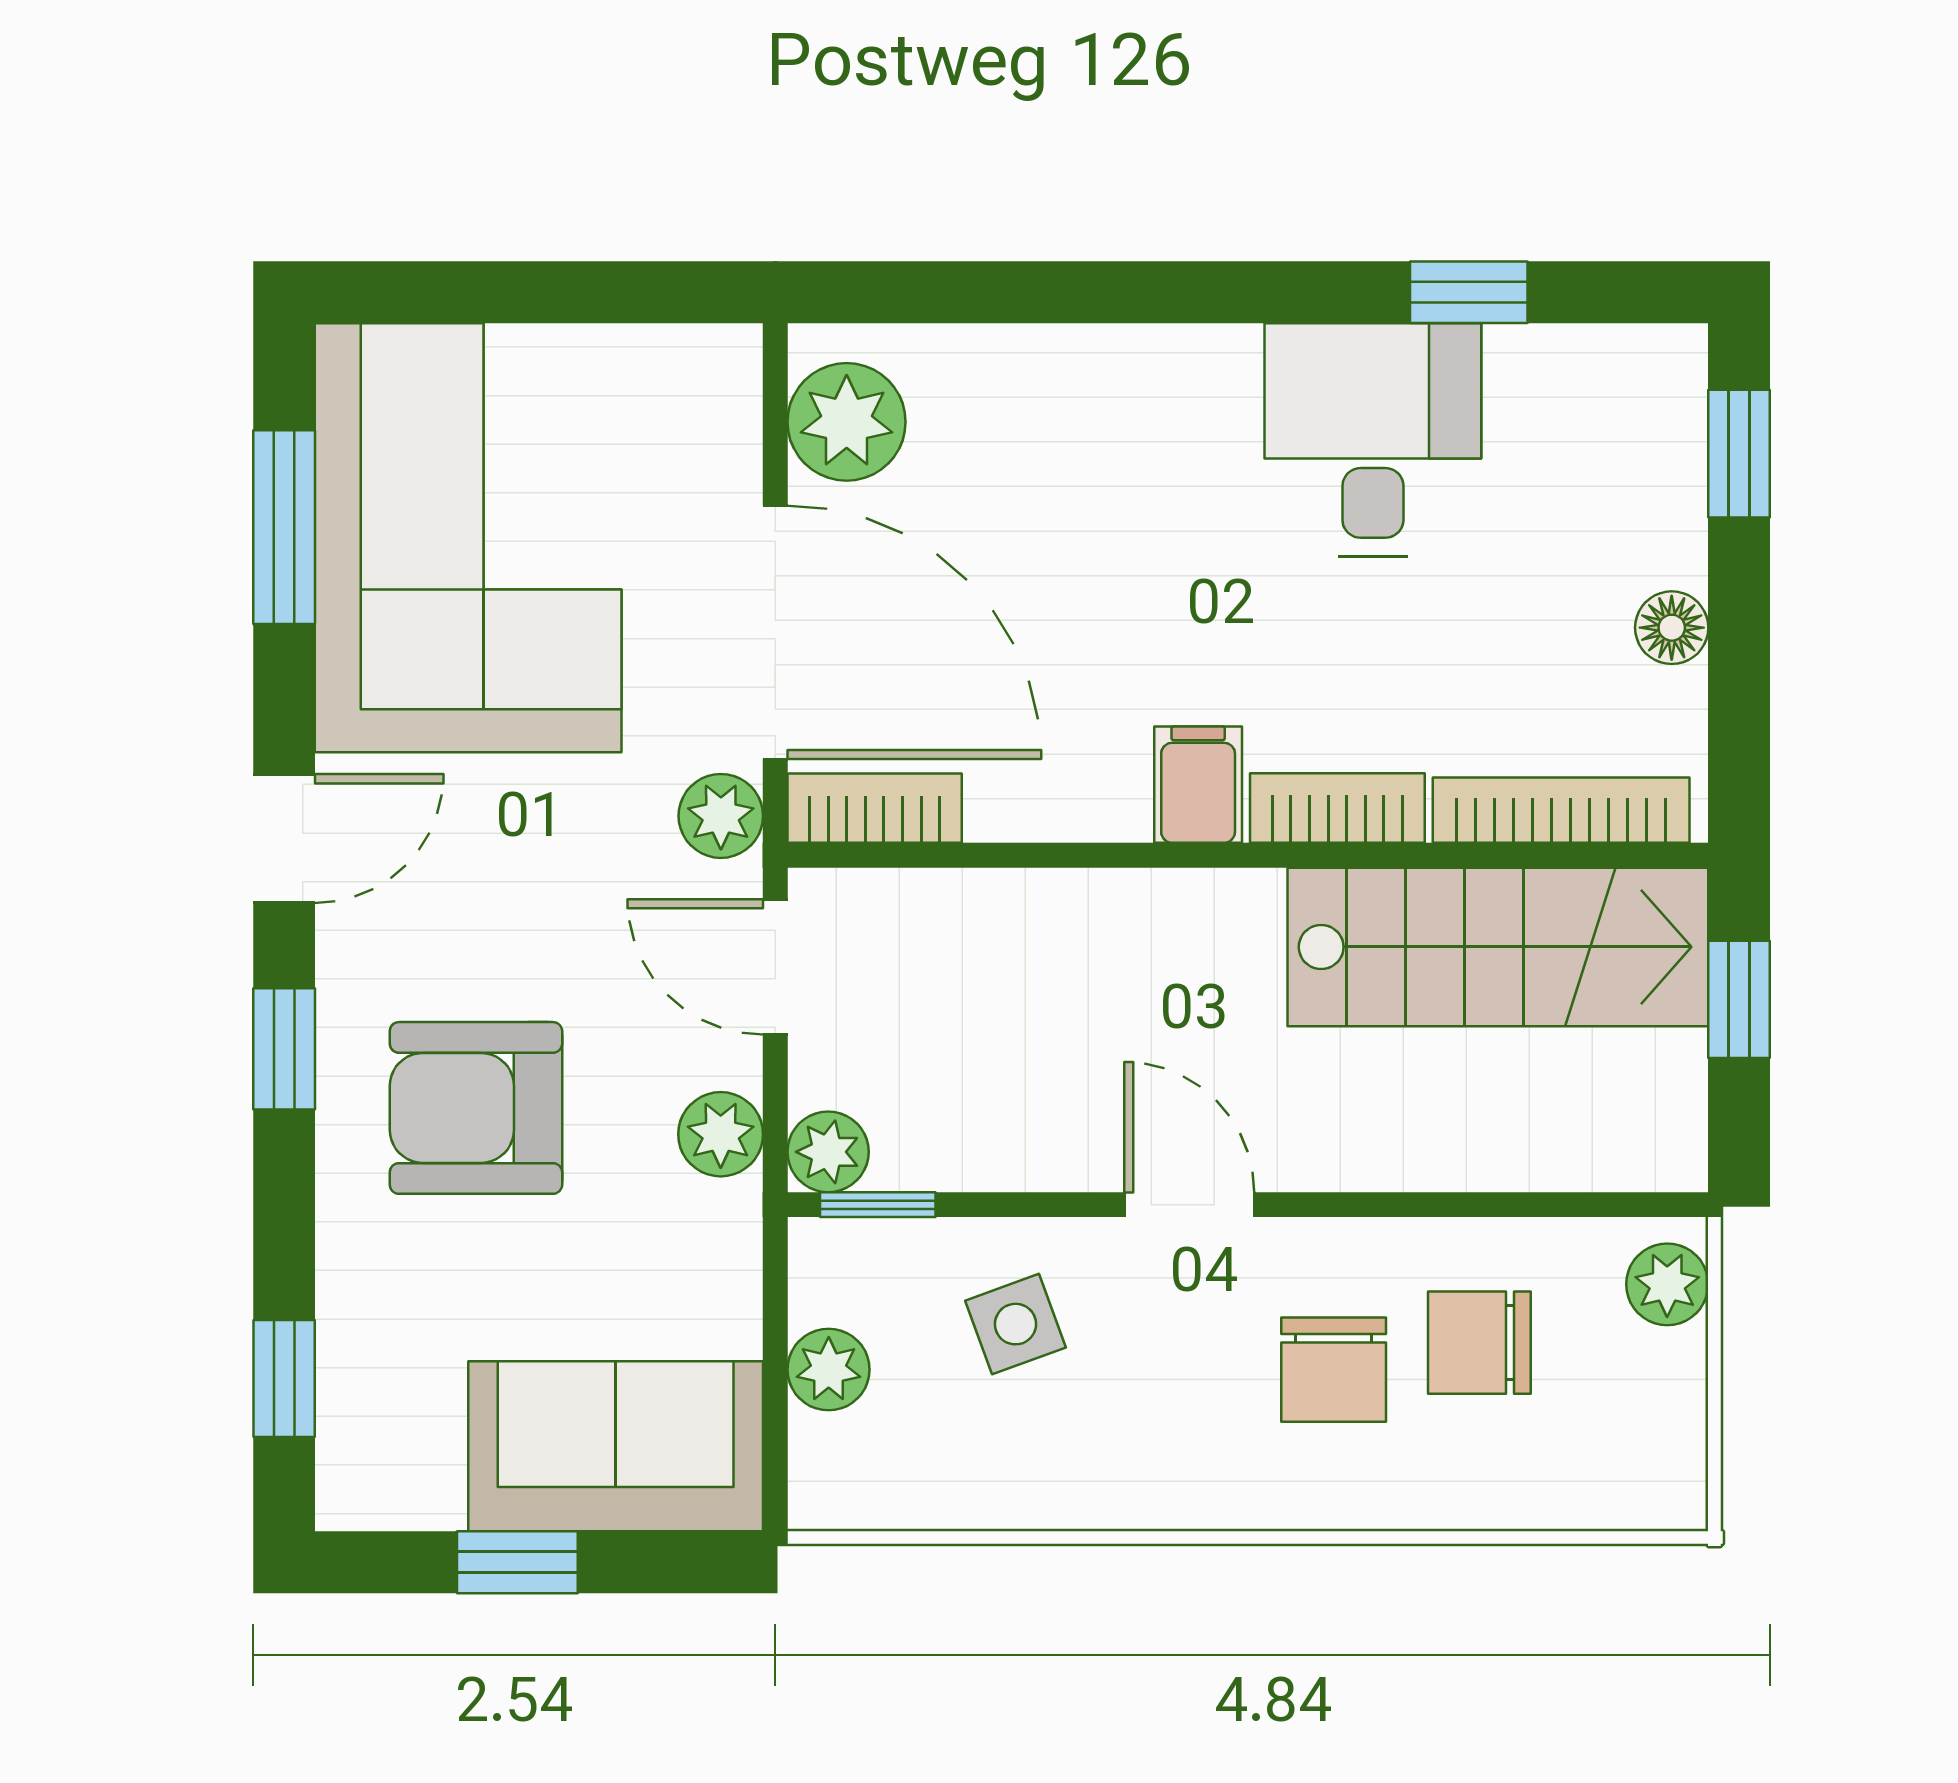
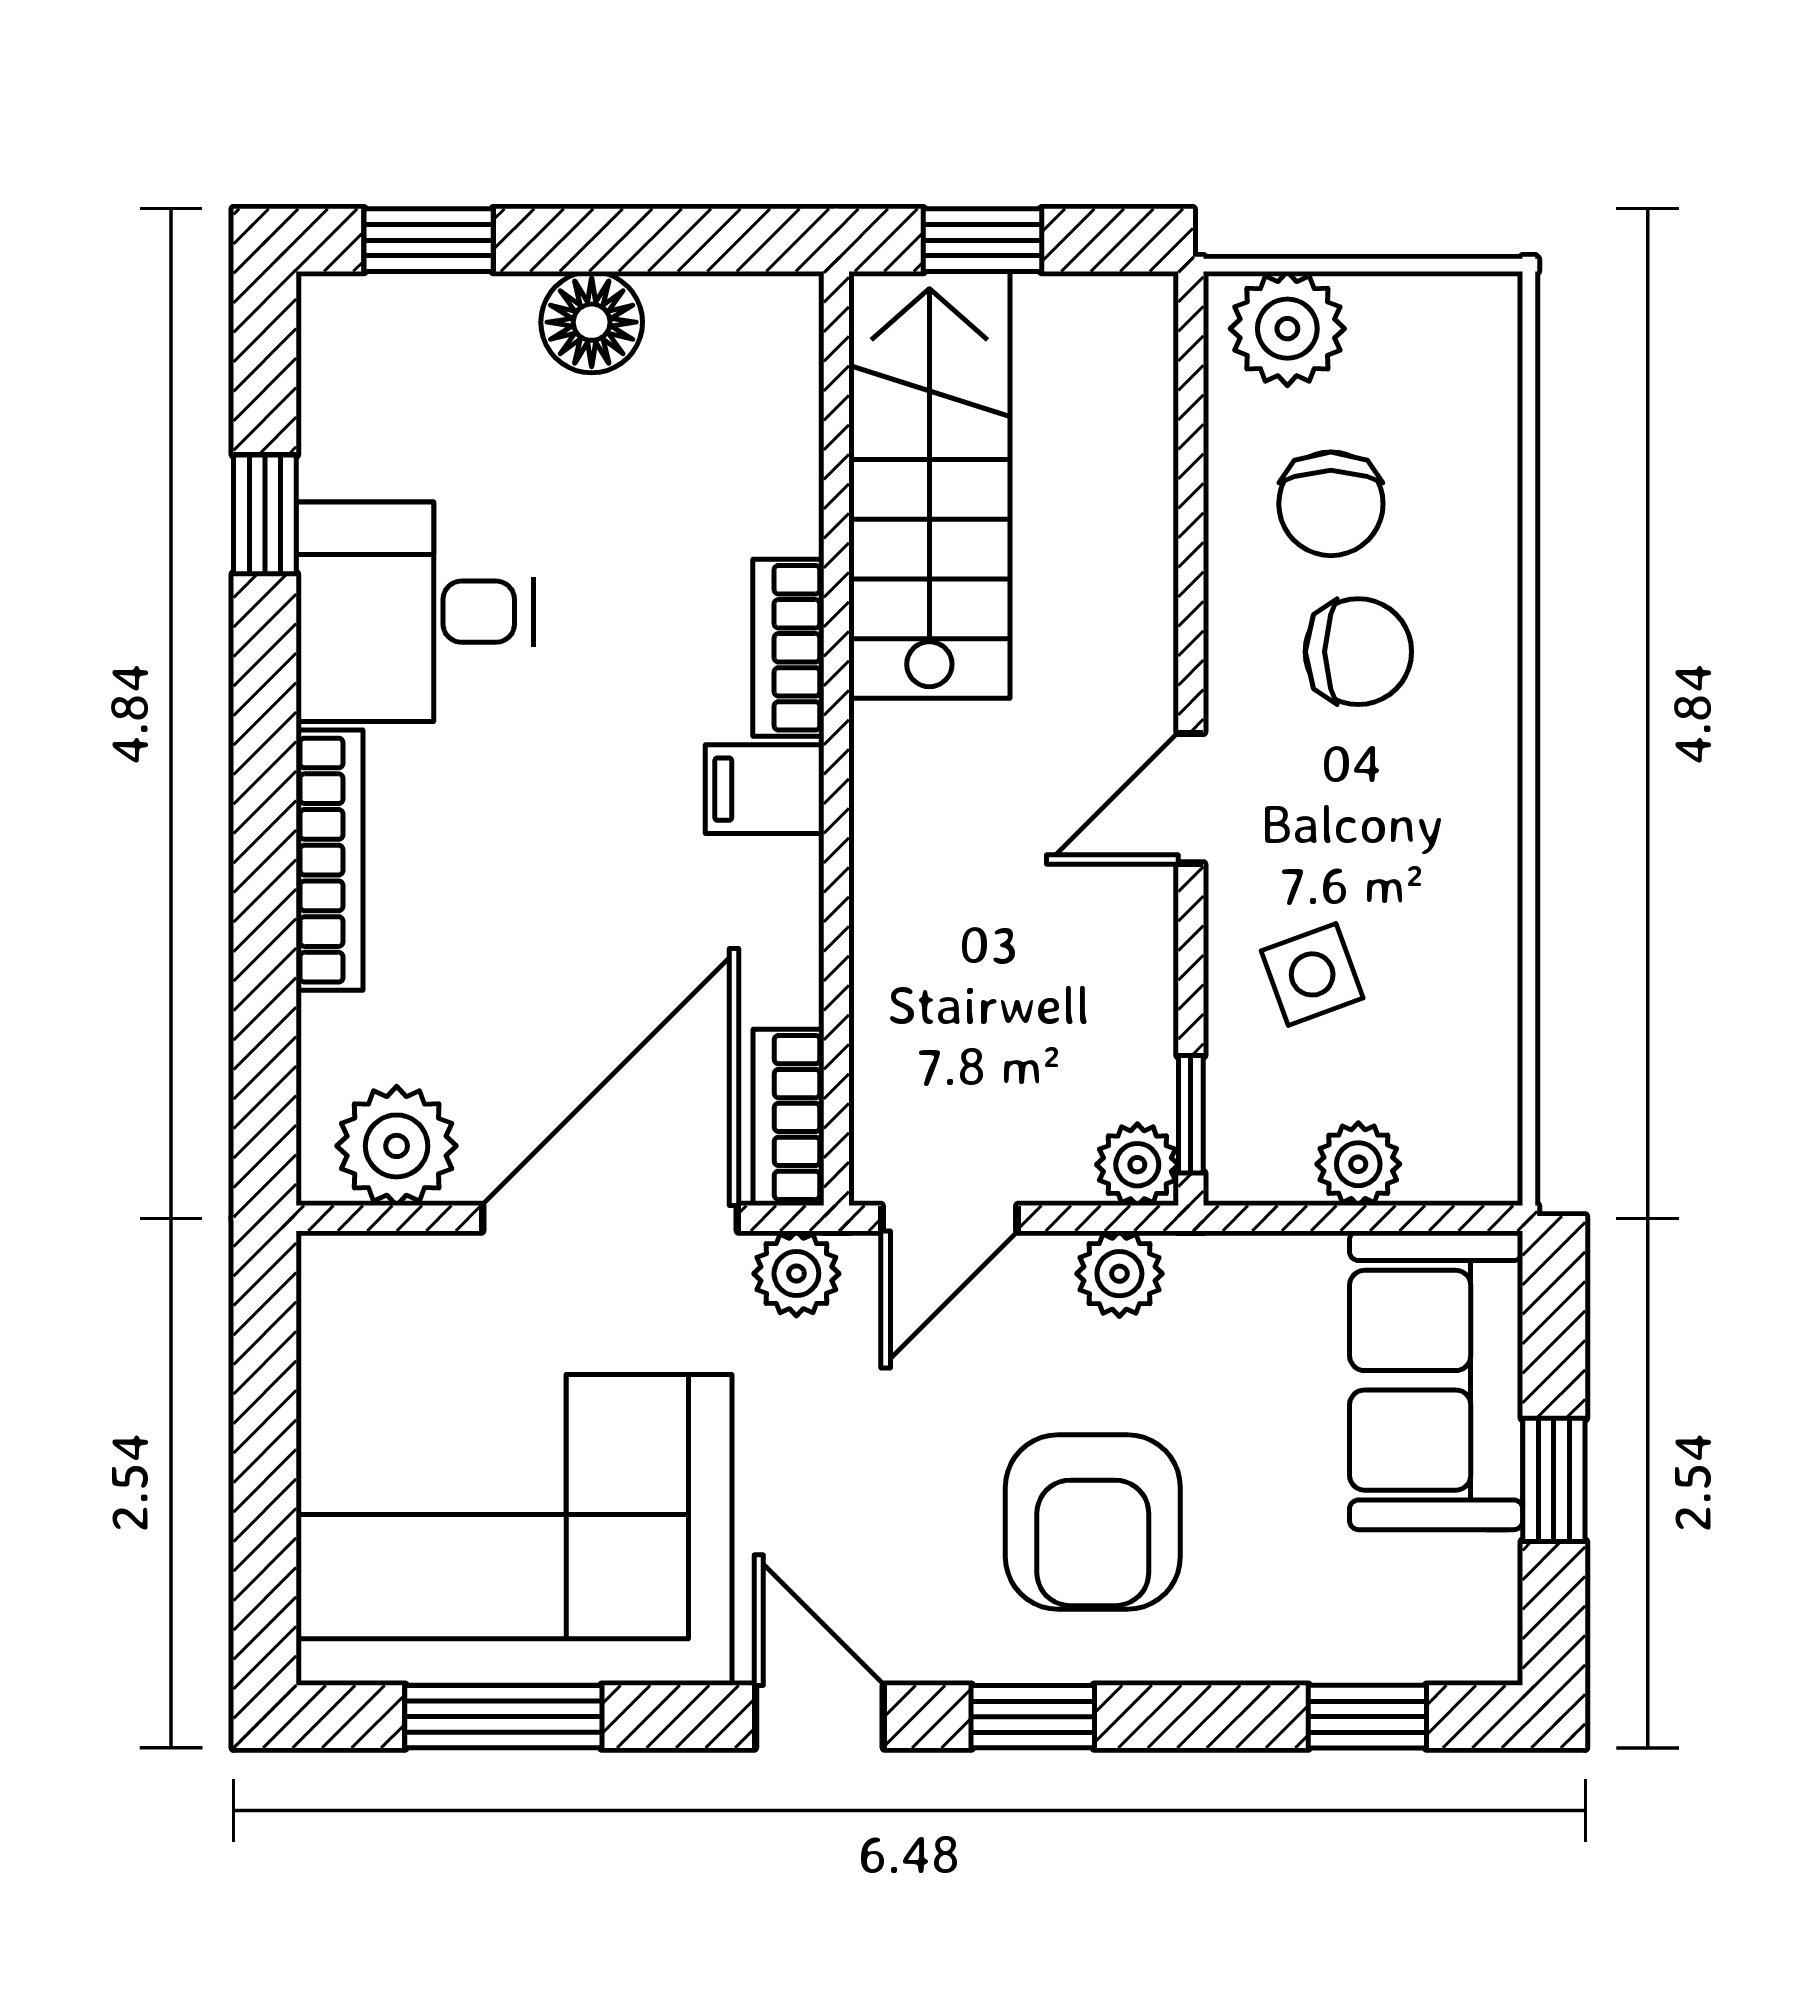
floor lamp: (1672, 628) -> (592, 322), width x1.37, depth x1.37
bookcase: (1561, 810) -> (330, 860), moved, turned 180
plant: (1667, 1284) -> (1287, 329), width x1.38, depth x1.38

